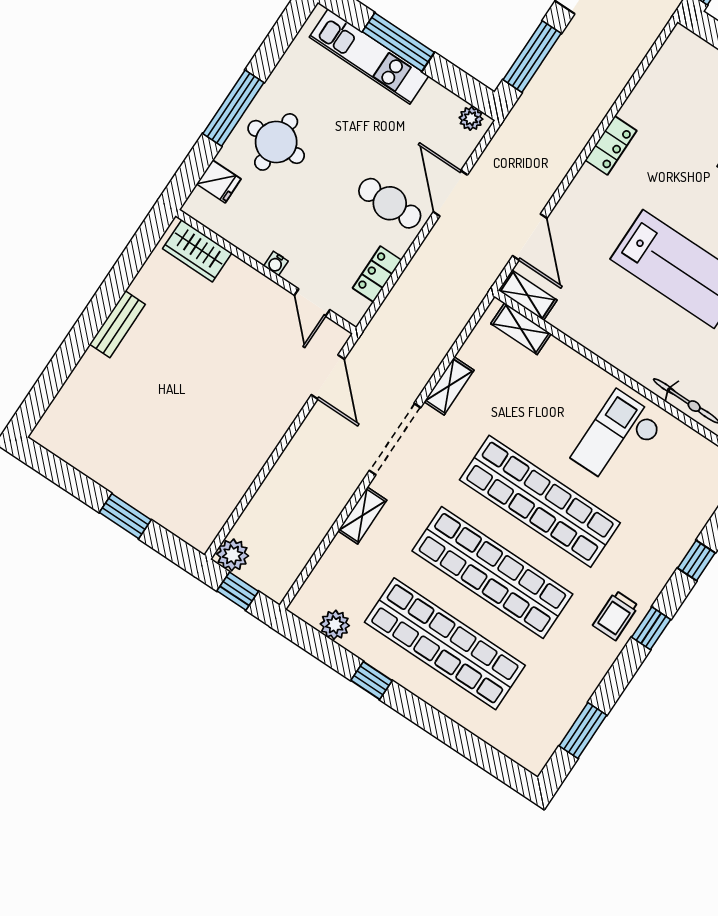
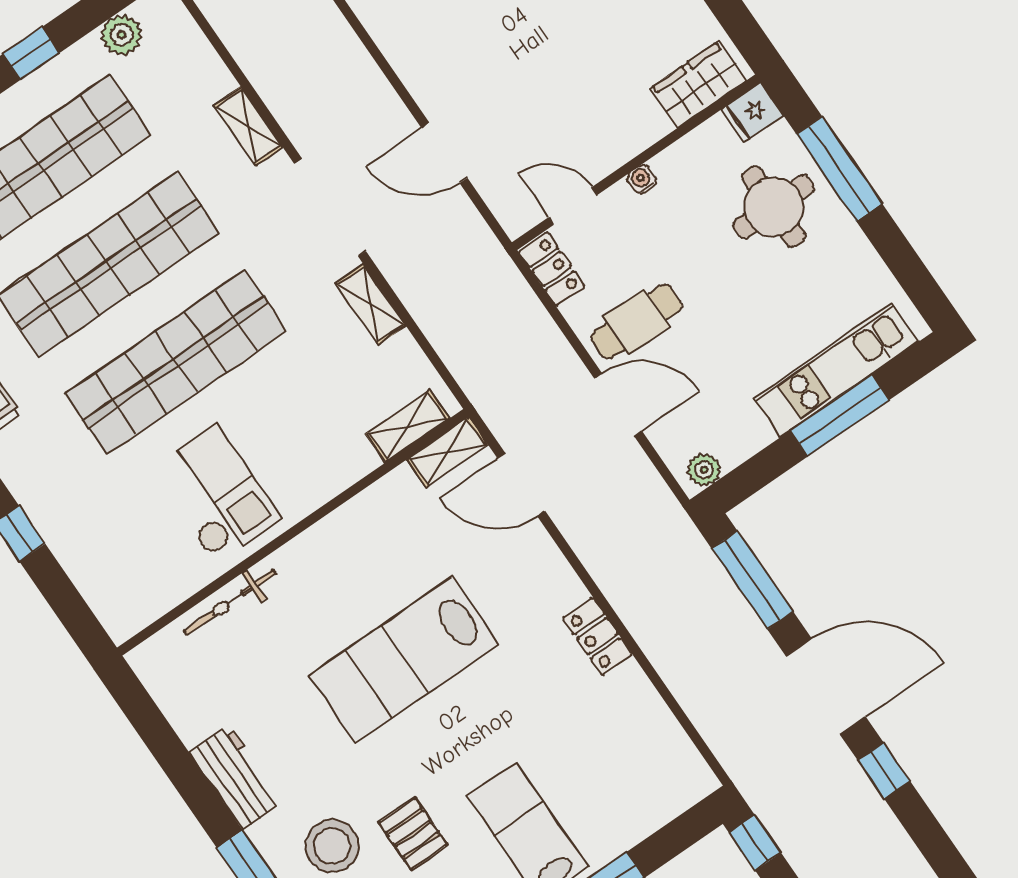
wardrobe: (197, 251) -> (698, 84), moved
water cooler: (276, 264) -> (642, 179), moved
wall: (266, 272) -> (636, 162), moved
door: (312, 303) -> (573, 206), moved

